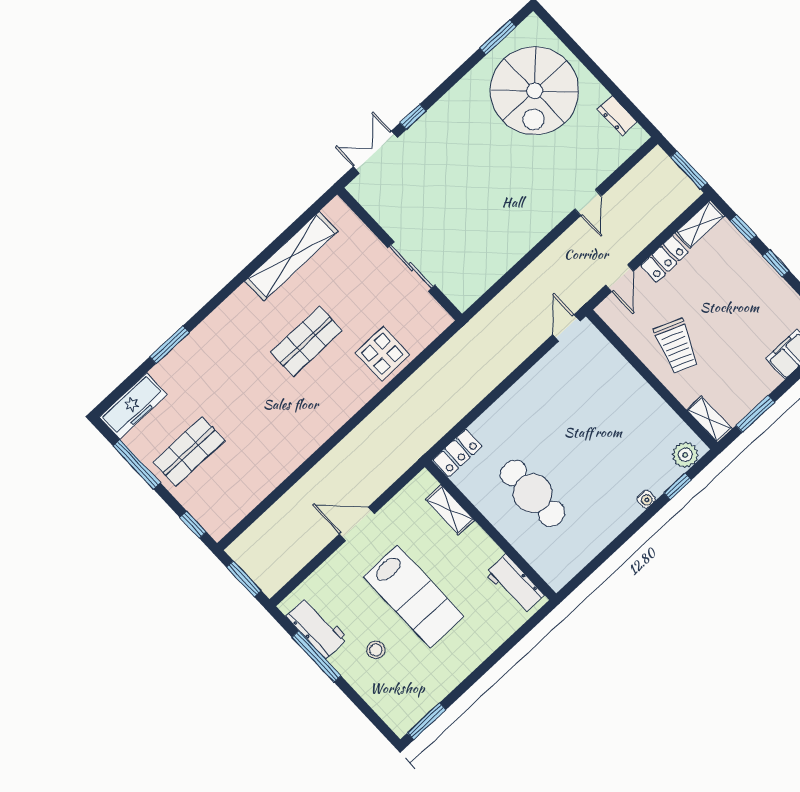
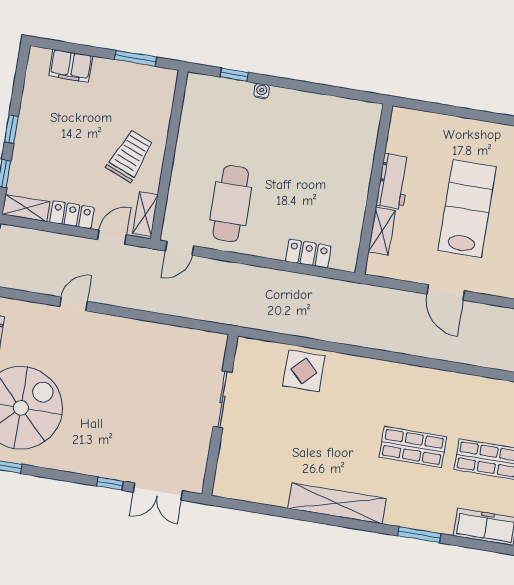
shelving: (291, 256) -> (337, 503), moved
shop shelf: (306, 341) -> (413, 447), moved
shelving: (709, 419) -> (145, 214), moved
locker: (458, 453) -> (308, 254), moved
plant: (685, 455) -> (206, 87), removed
cafe table: (532, 493) -> (231, 204), moved
workbench: (515, 584) -> (393, 181), moved

